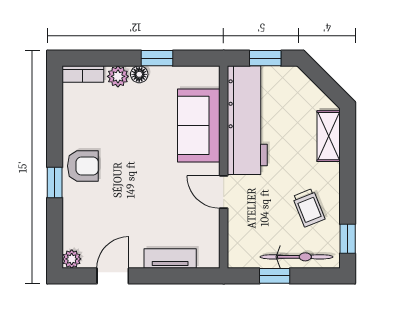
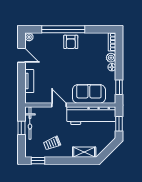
window: (157, 58) -> (119, 87), moved
window: (55, 182) -> (63, 29), width x3.17
door: (224, 192) -> (59, 105), hinge flipped
bicycle: (297, 257) -> (30, 123), moved

